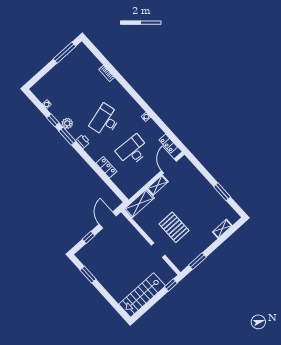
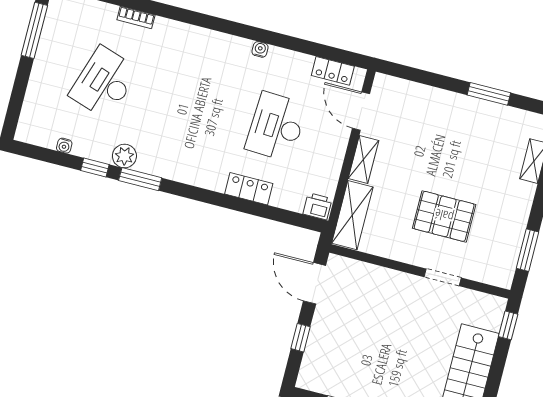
desk: (105, 120) -> (104, 83), moved, turned 33
printer: (83, 141) -> (317, 206), moved

